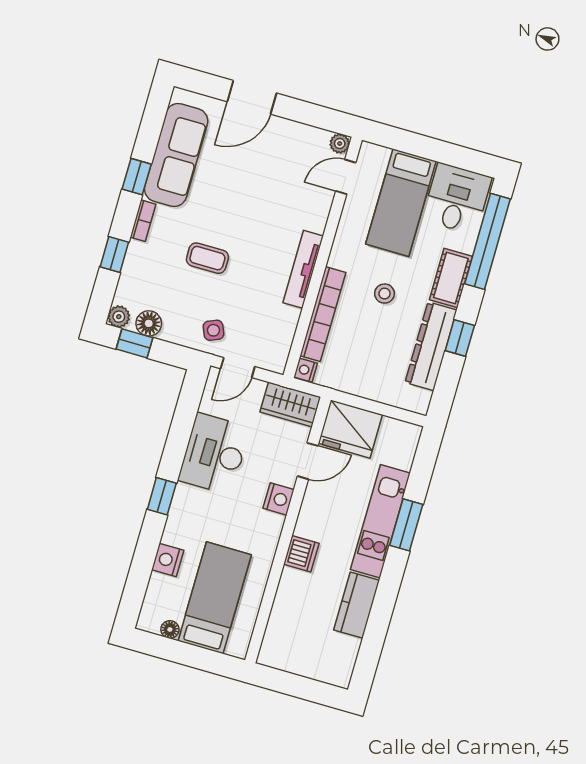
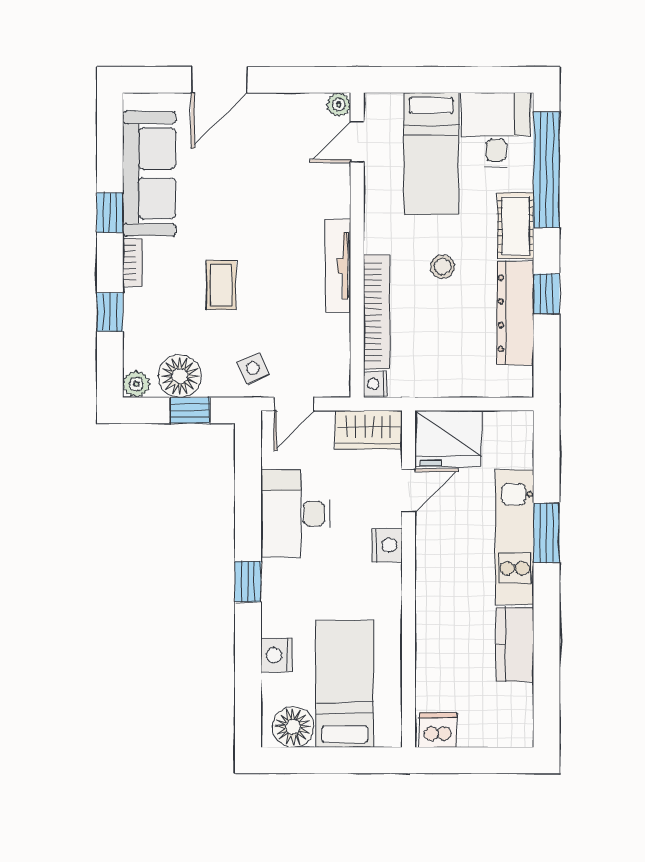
coffee table: (207, 258) -> (221, 285), turned 90
floor lamp: (149, 323) -> (180, 376), width x1.38, depth x1.38
window: (134, 343) -> (190, 410), moved
dishwasher: (301, 554) -> (438, 730), moved, turned -90
floor lamp: (170, 629) -> (293, 727), width x1.89, depth x1.89

